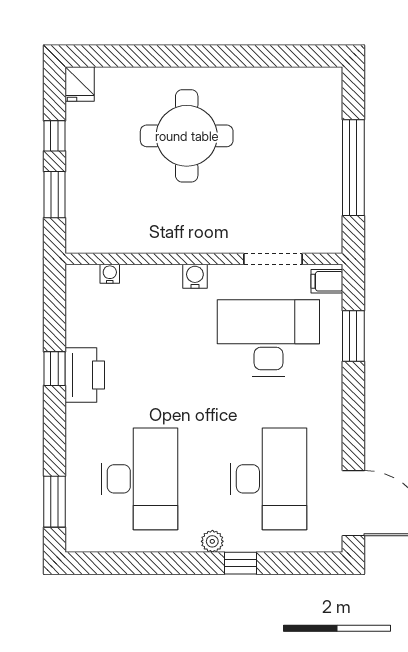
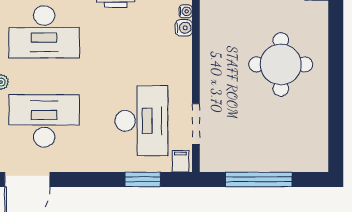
water cooler: (195, 276) -> (184, 28), moved
desk: (268, 479) -> (44, 121), turned 180

